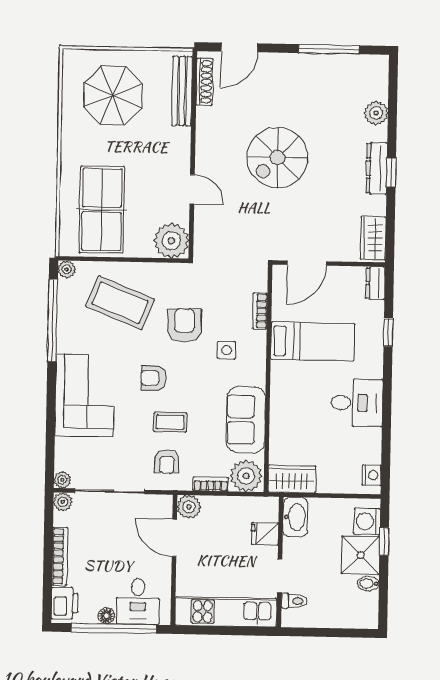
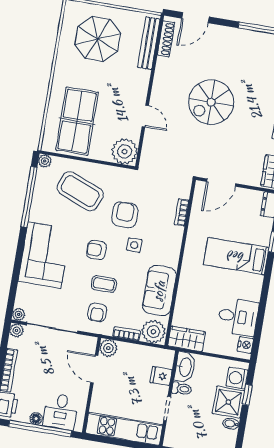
bed: (313, 341) -> (236, 256), moved, turned 180
side table: (227, 350) -> (134, 245), moved
desk: (357, 403) -> (238, 317), moved
toilet: (294, 601) -> (182, 389), moved

